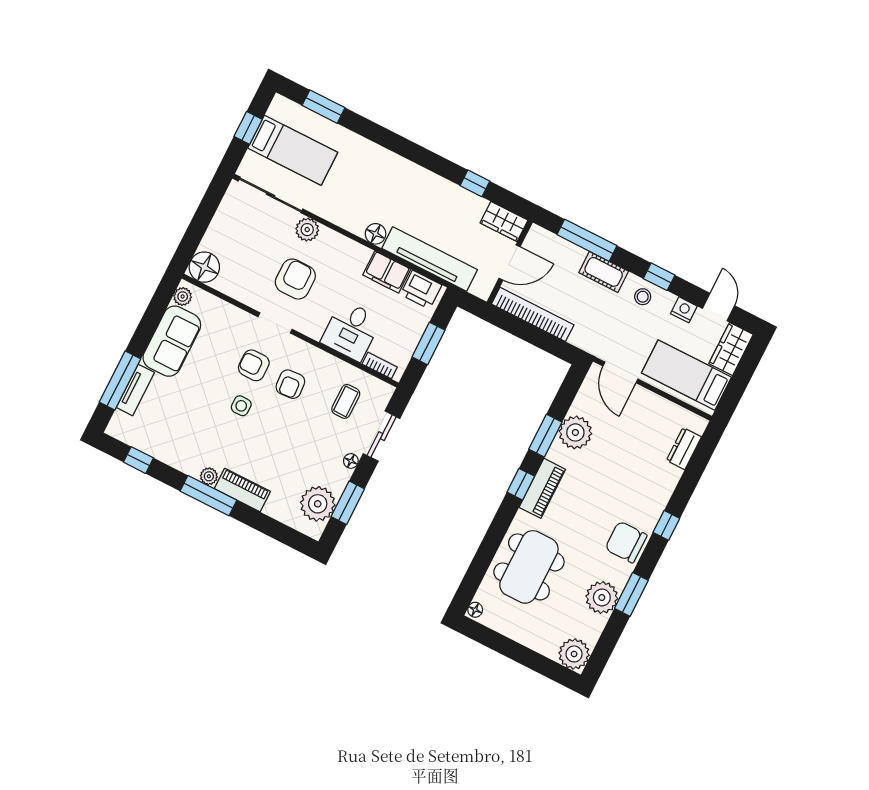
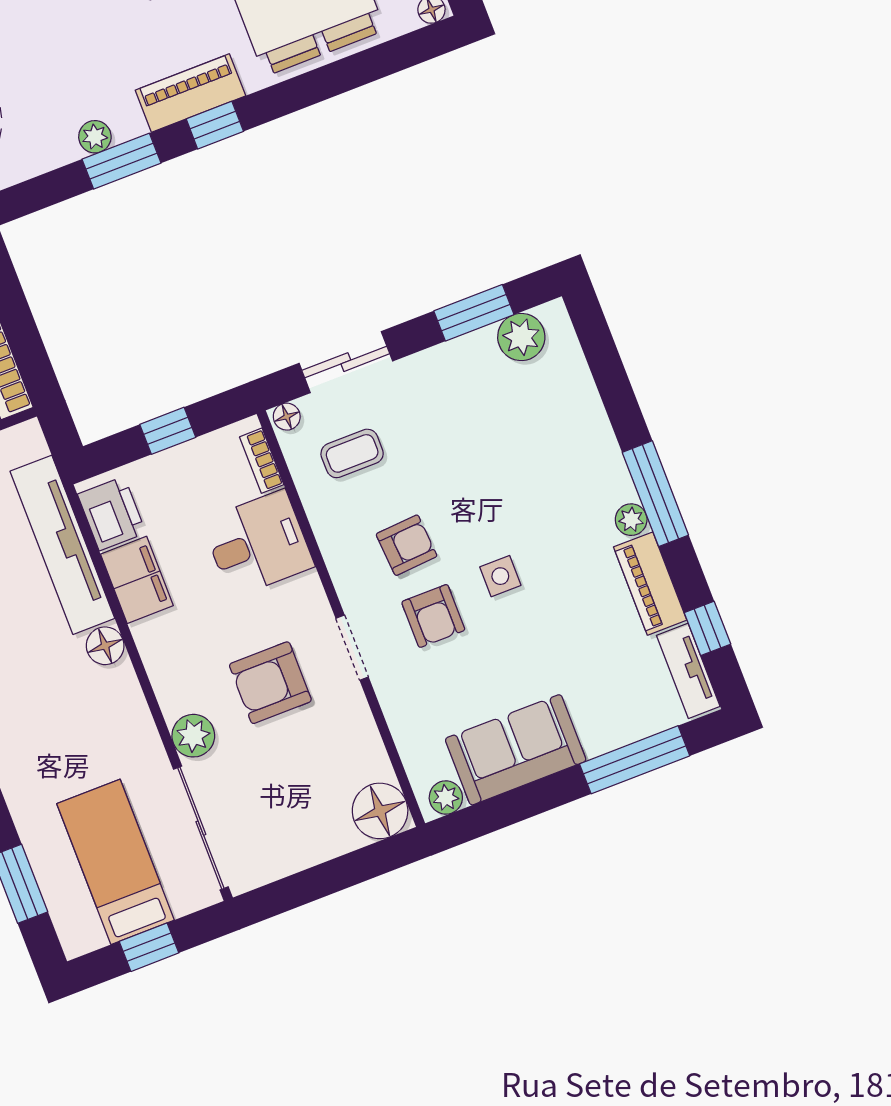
window: (429, 343) -> (168, 431), width x0.67
tv unit: (135, 390) -> (688, 671), moved, turned -90
plant: (575, 432) -> (95, 137), width x0.53, depth x0.53
floor lamp: (351, 461) -> (287, 417), moved
piano: (242, 490) -> (650, 584), moved
plant: (318, 504) -> (521, 337), width x0.73, depth x0.73

